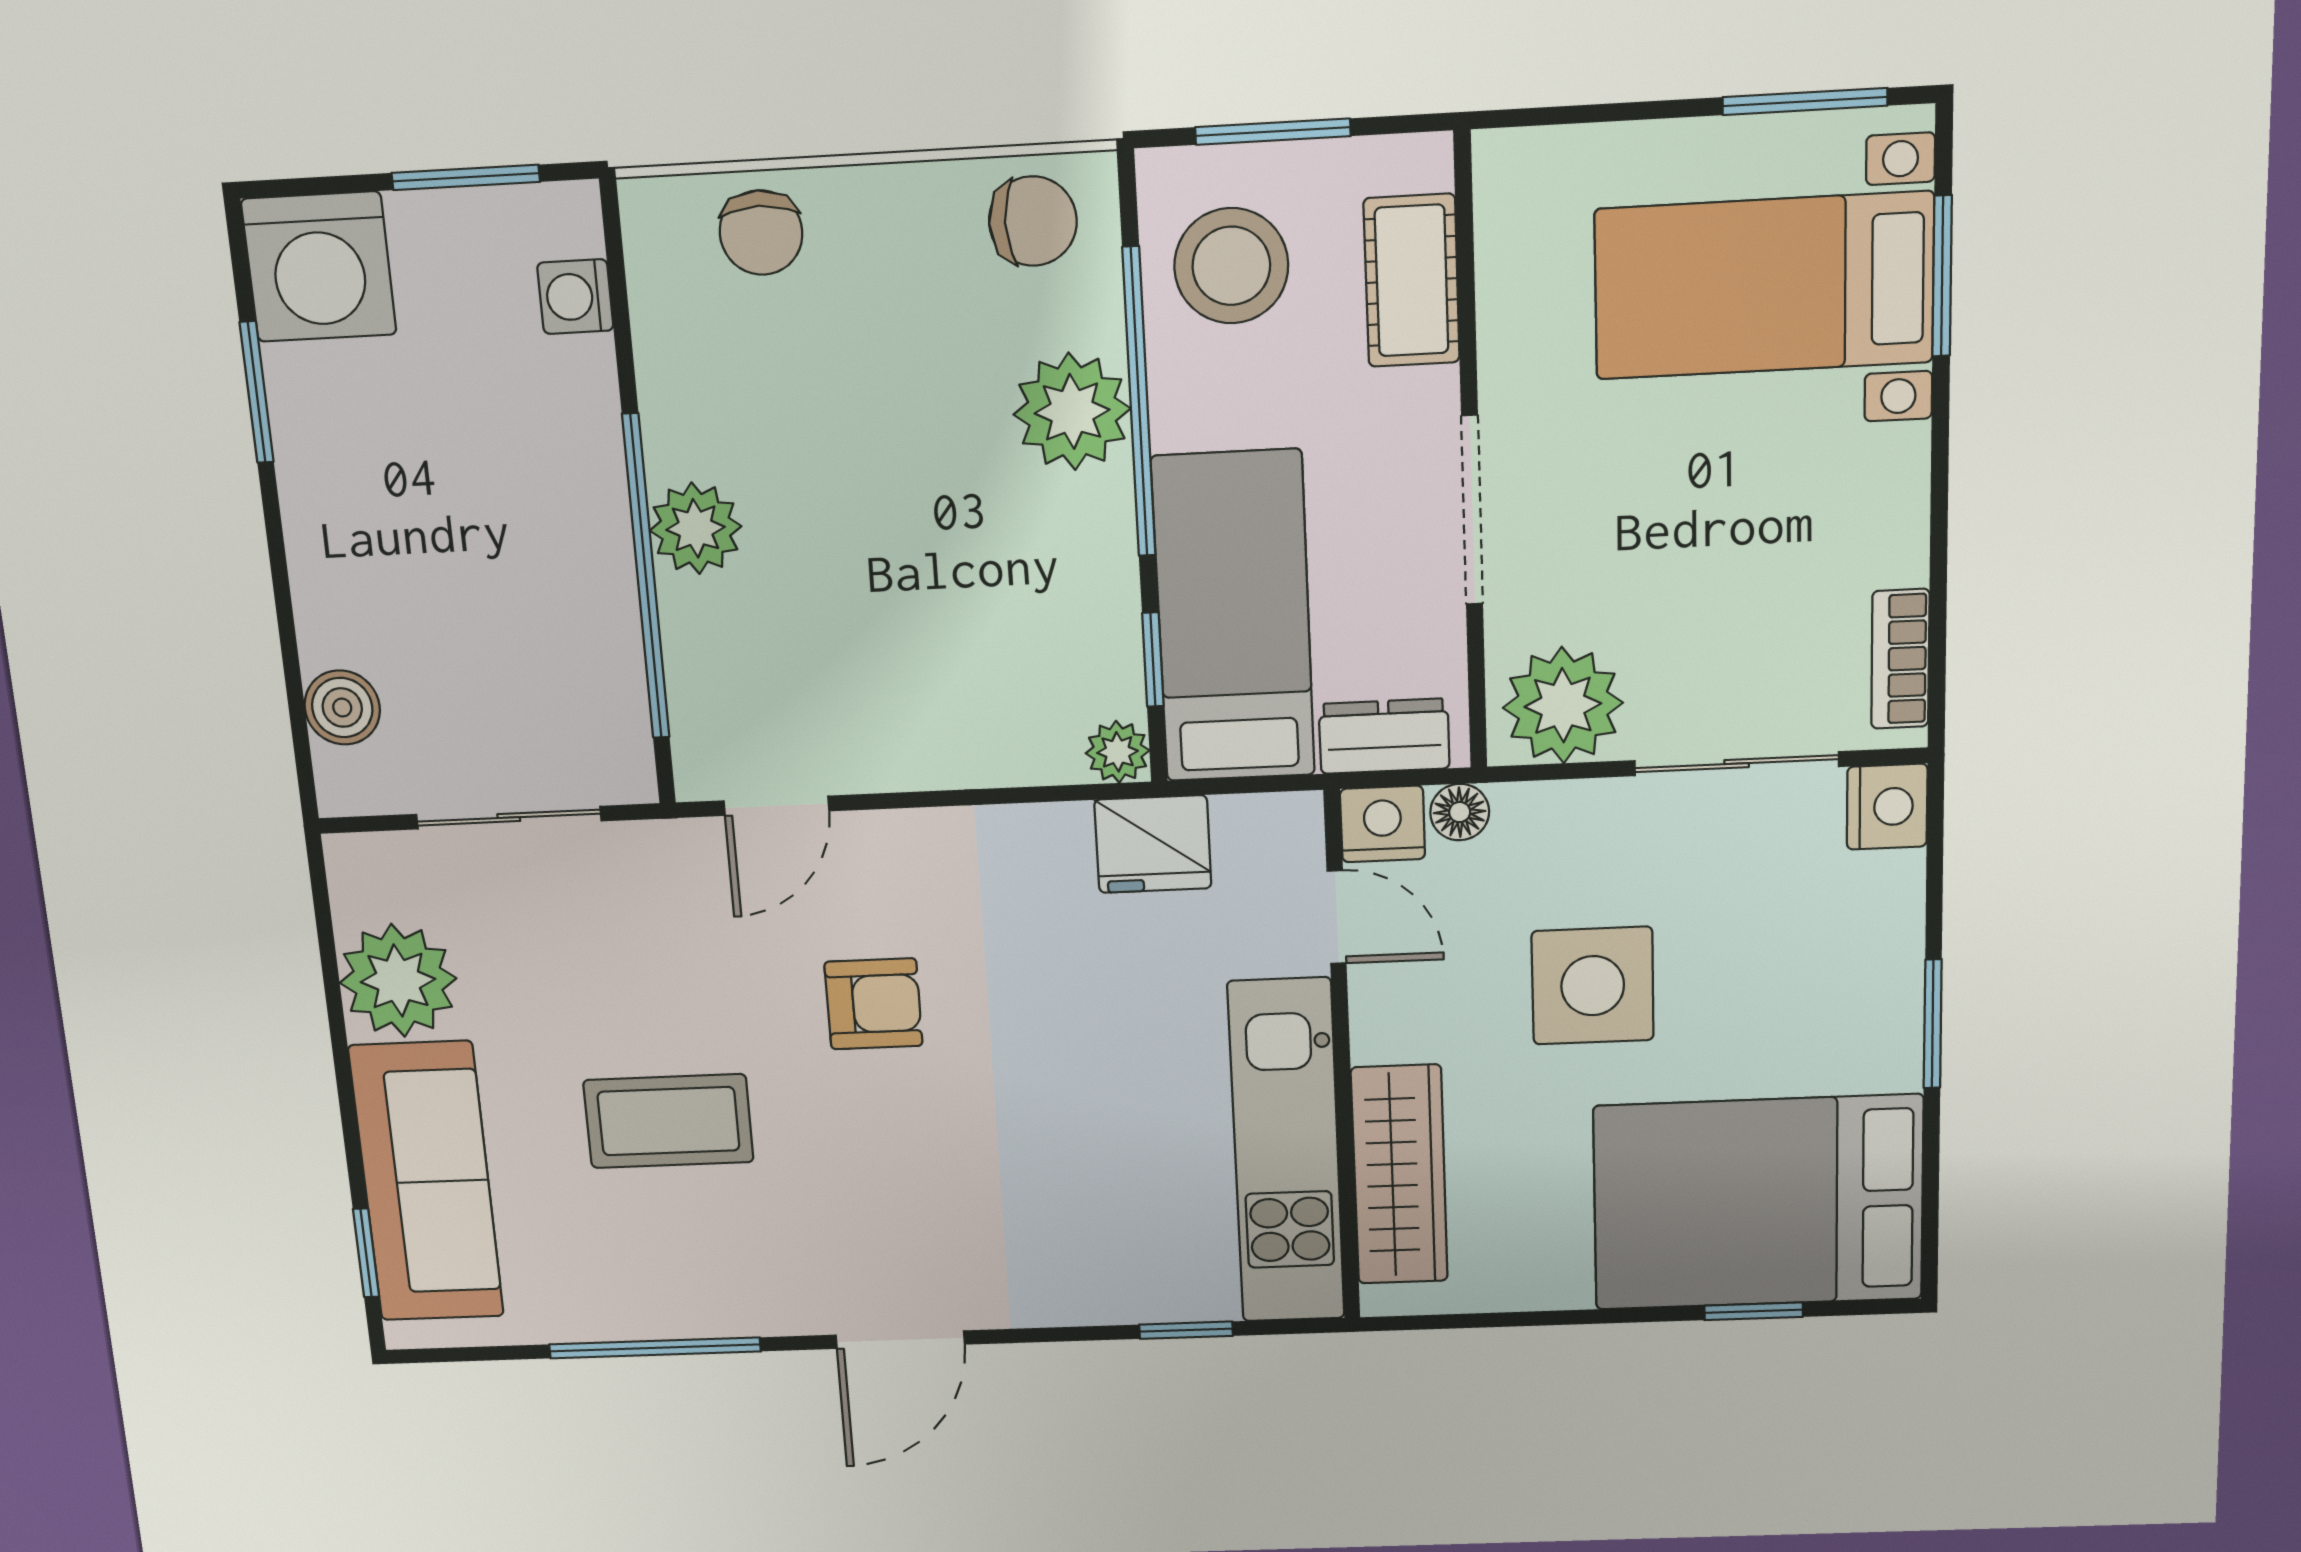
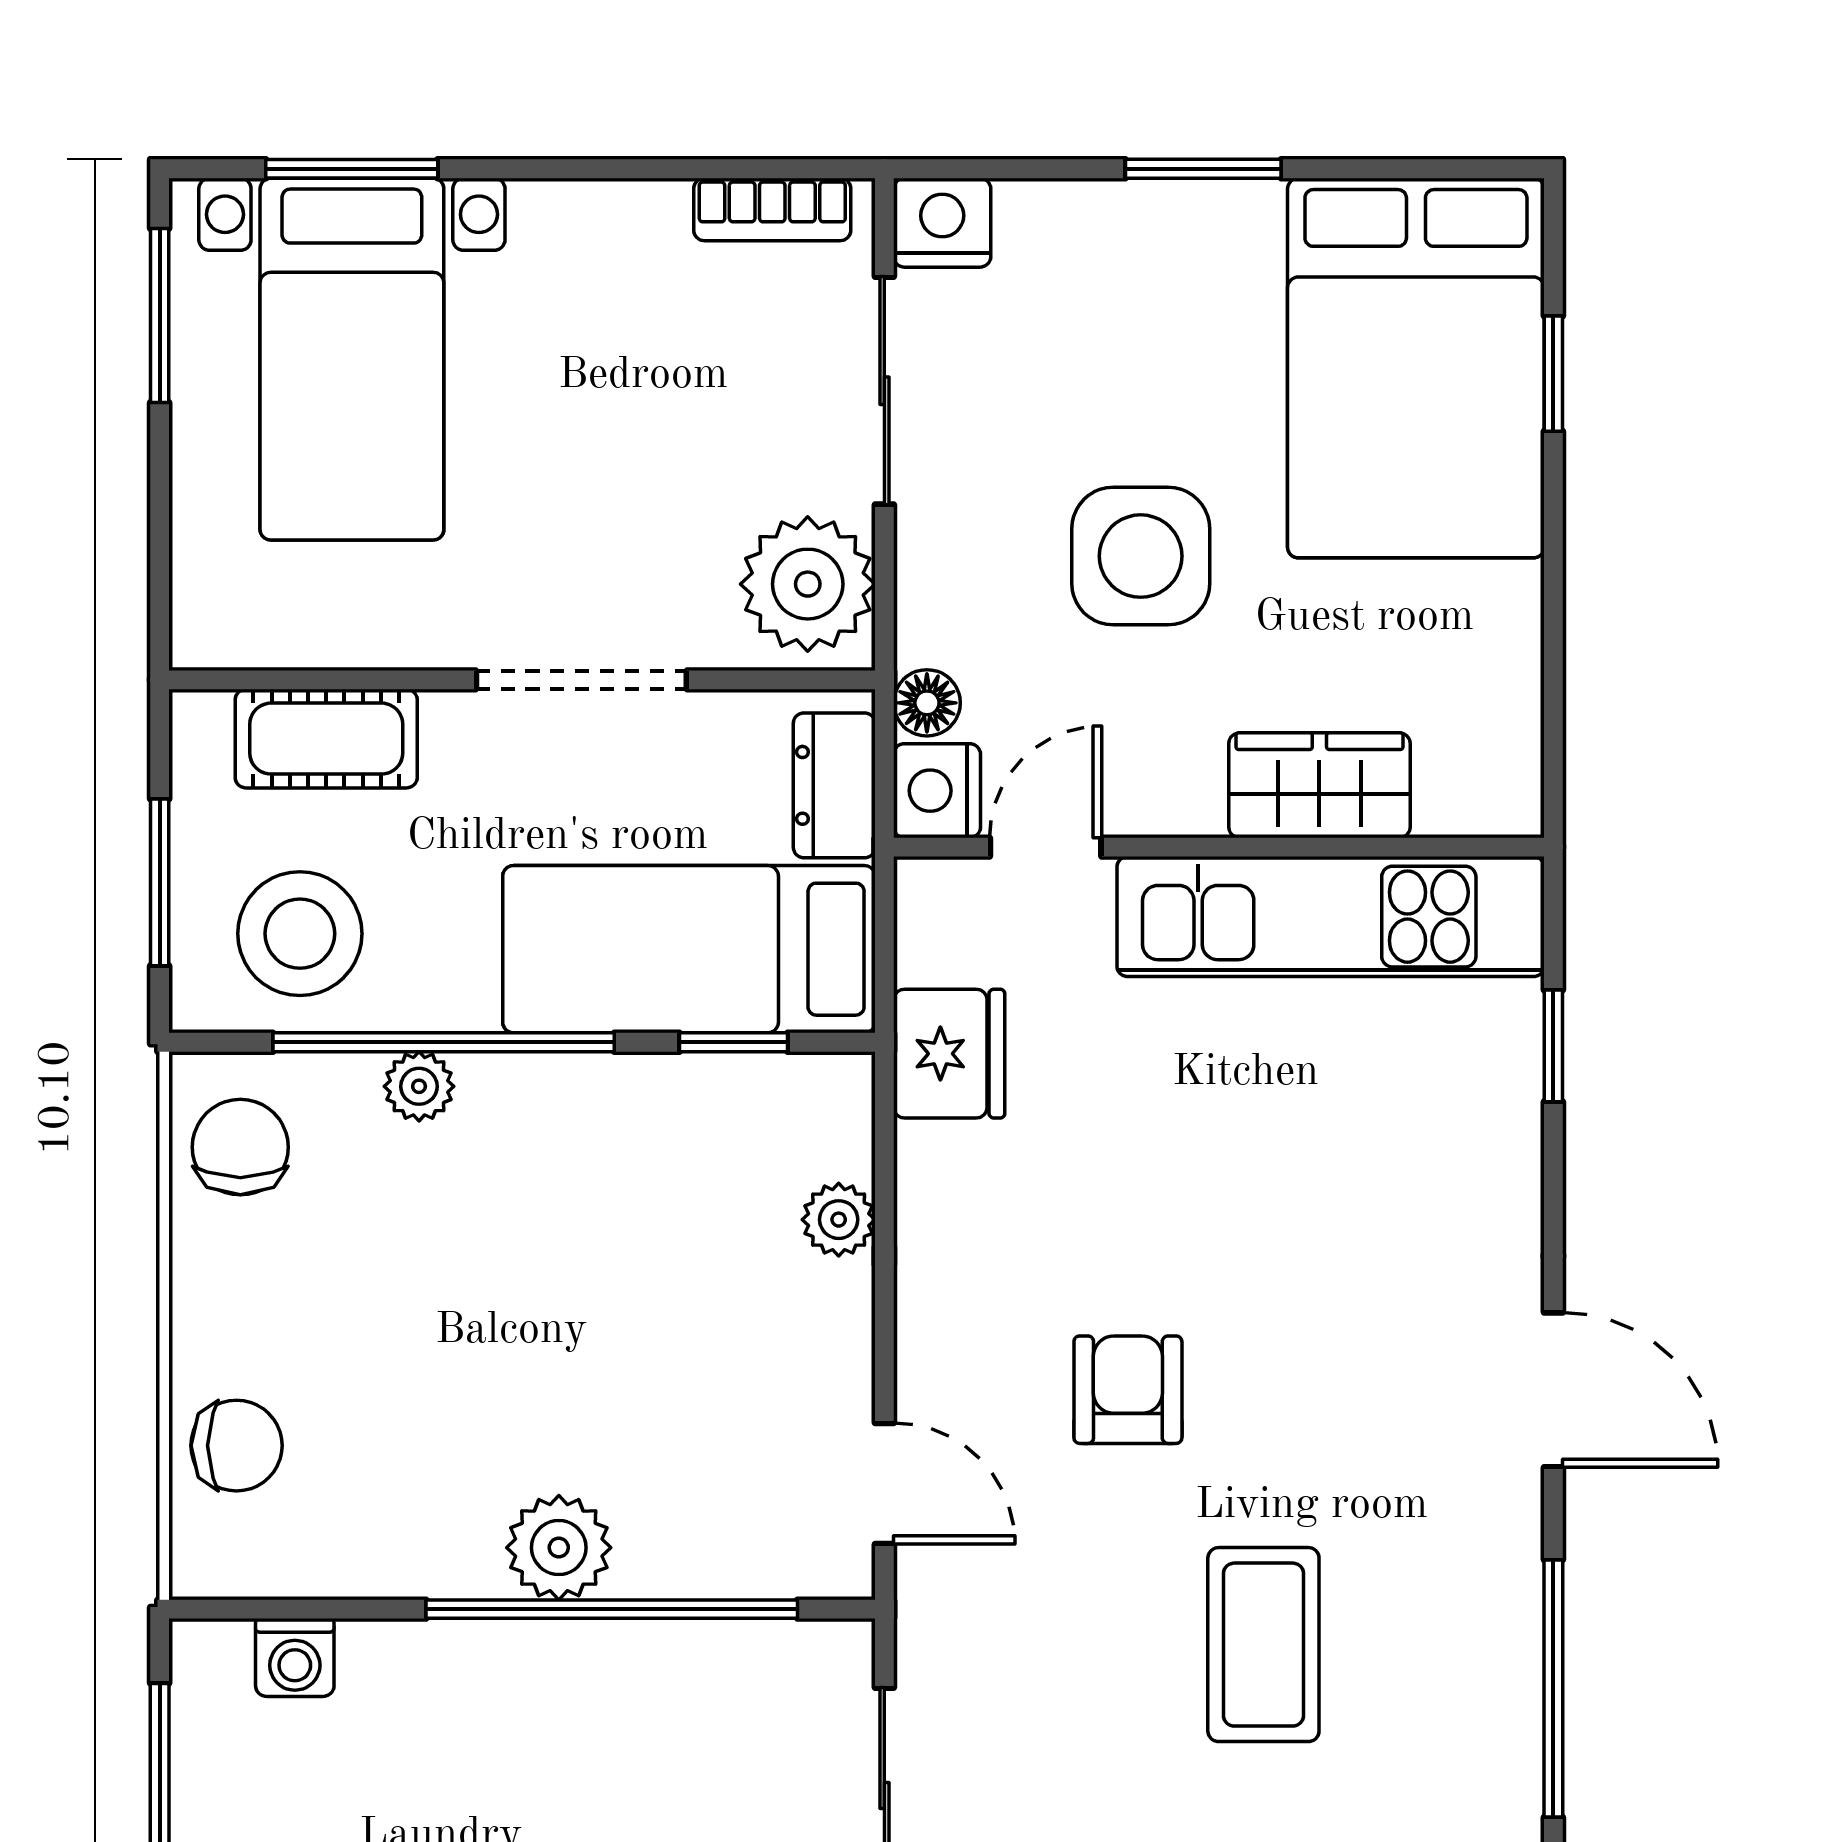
plant: (1072, 411) -> (419, 1086), width x0.53, depth x0.53
plant: (1118, 752) -> (839, 1220), moved
wardrobe: (1399, 1175) -> (1319, 785), width x0.67

